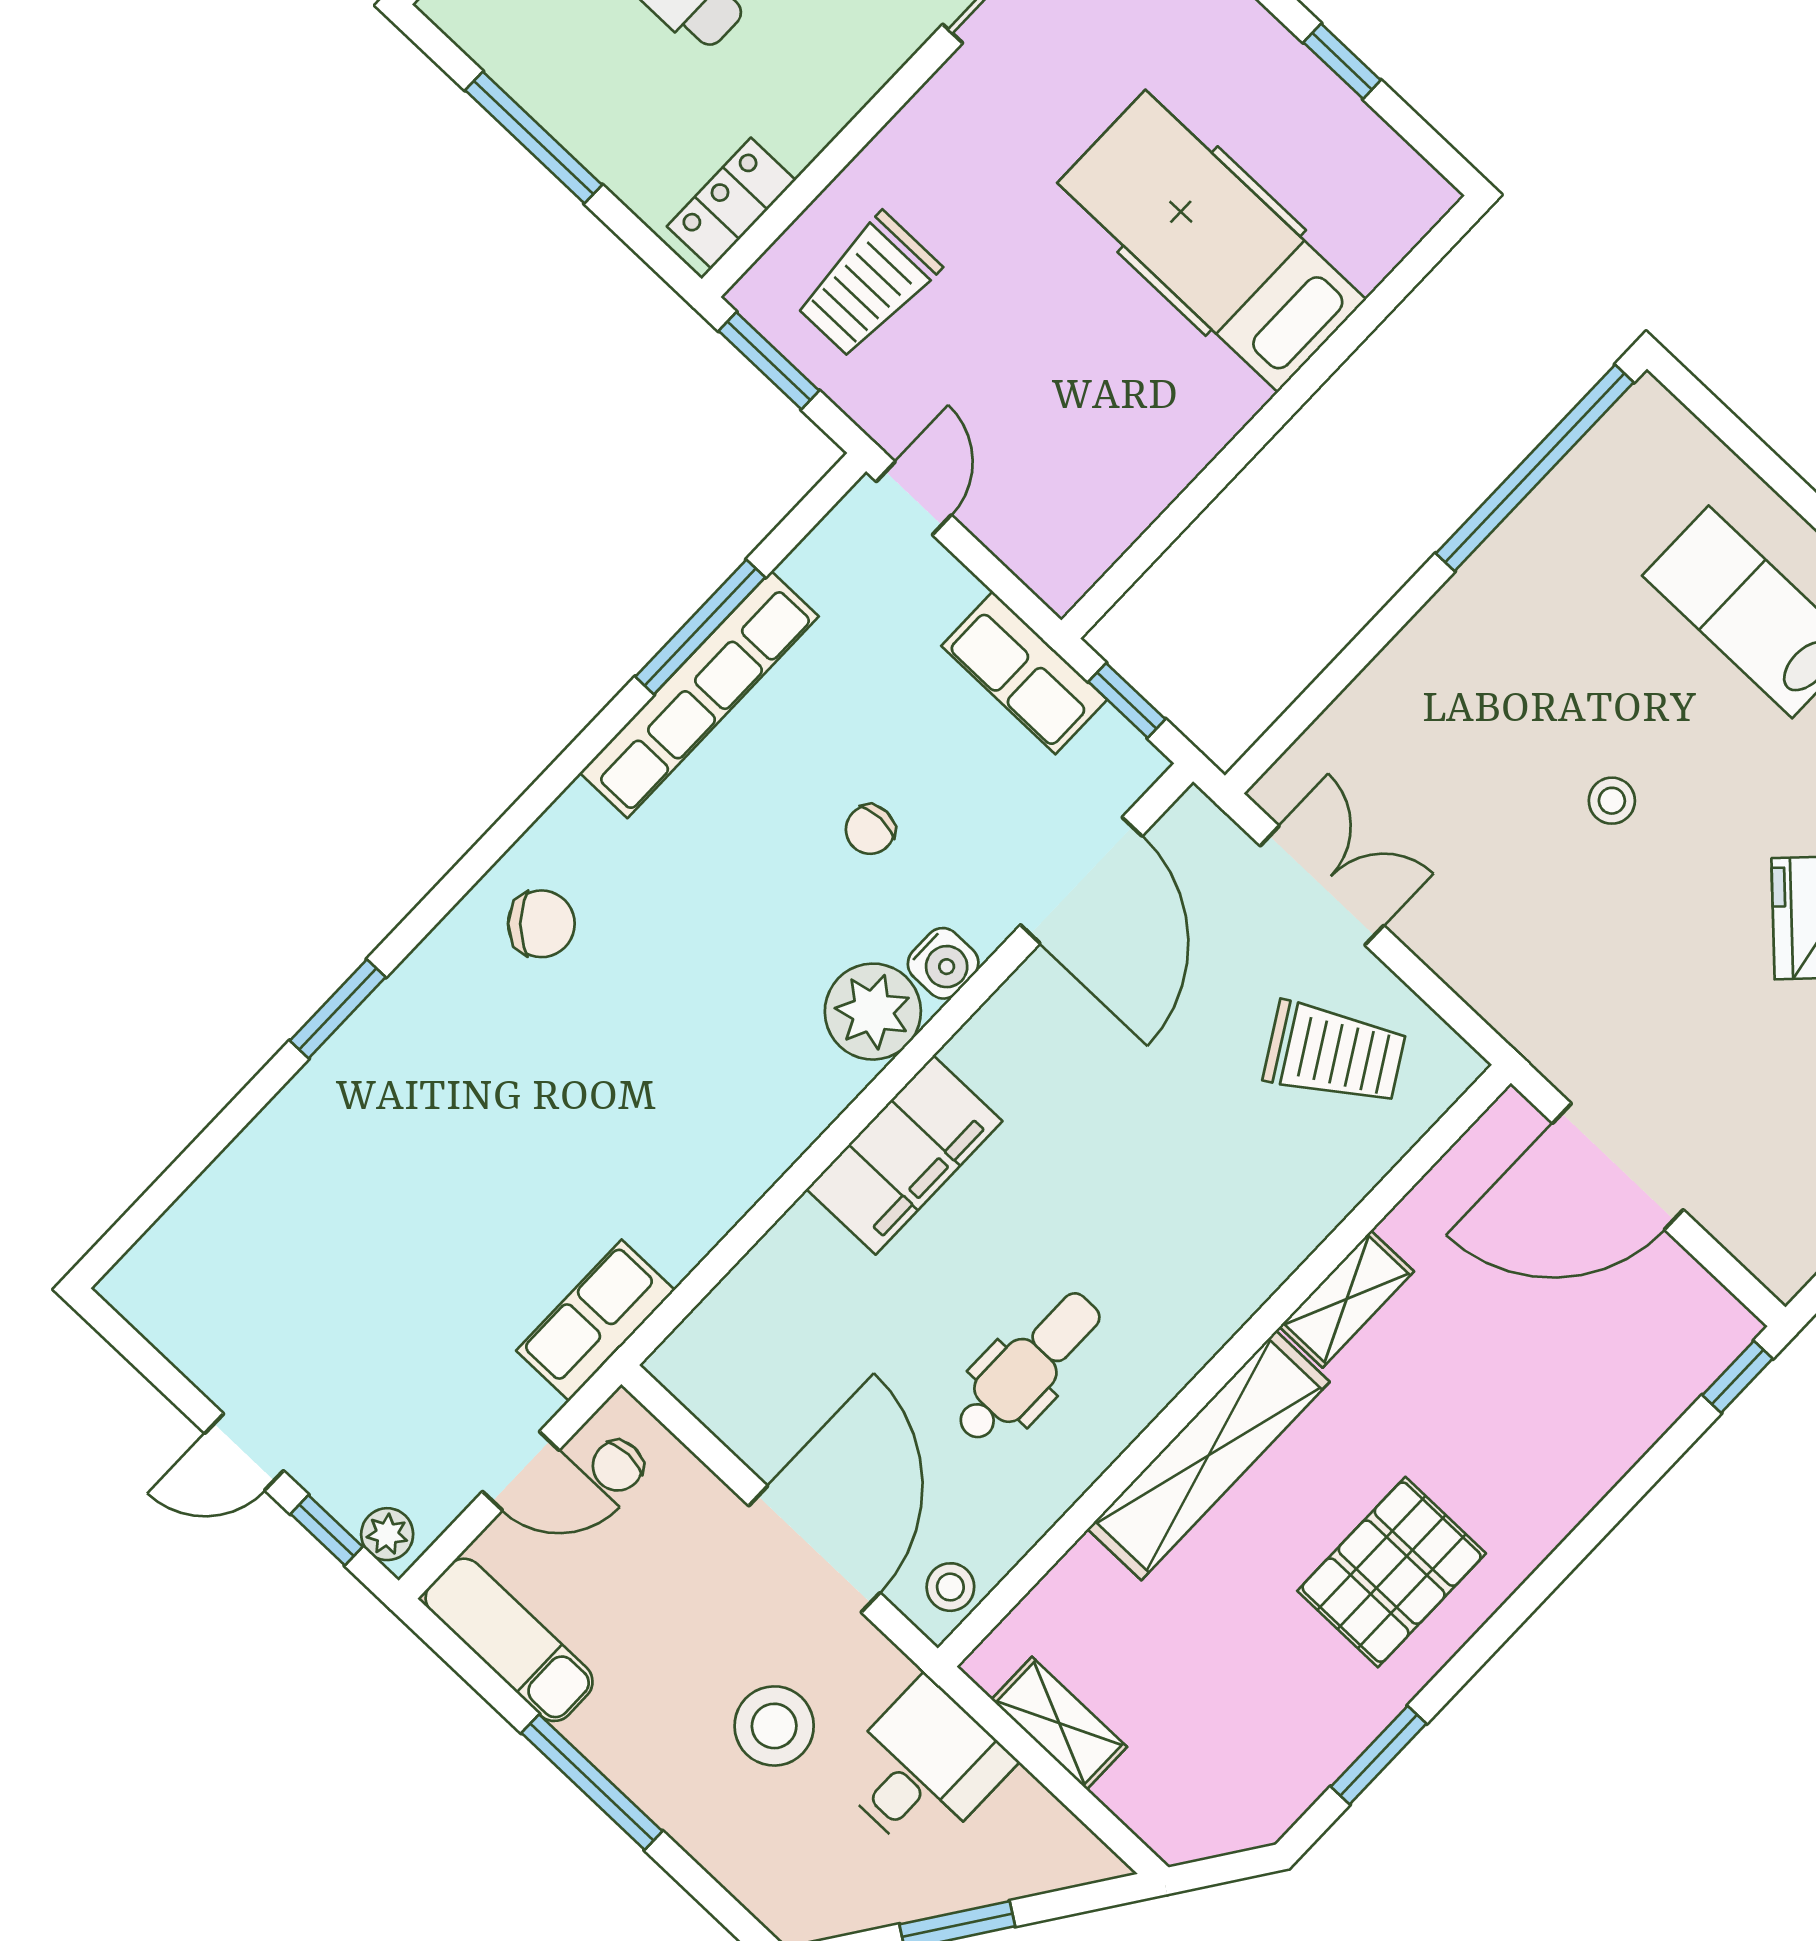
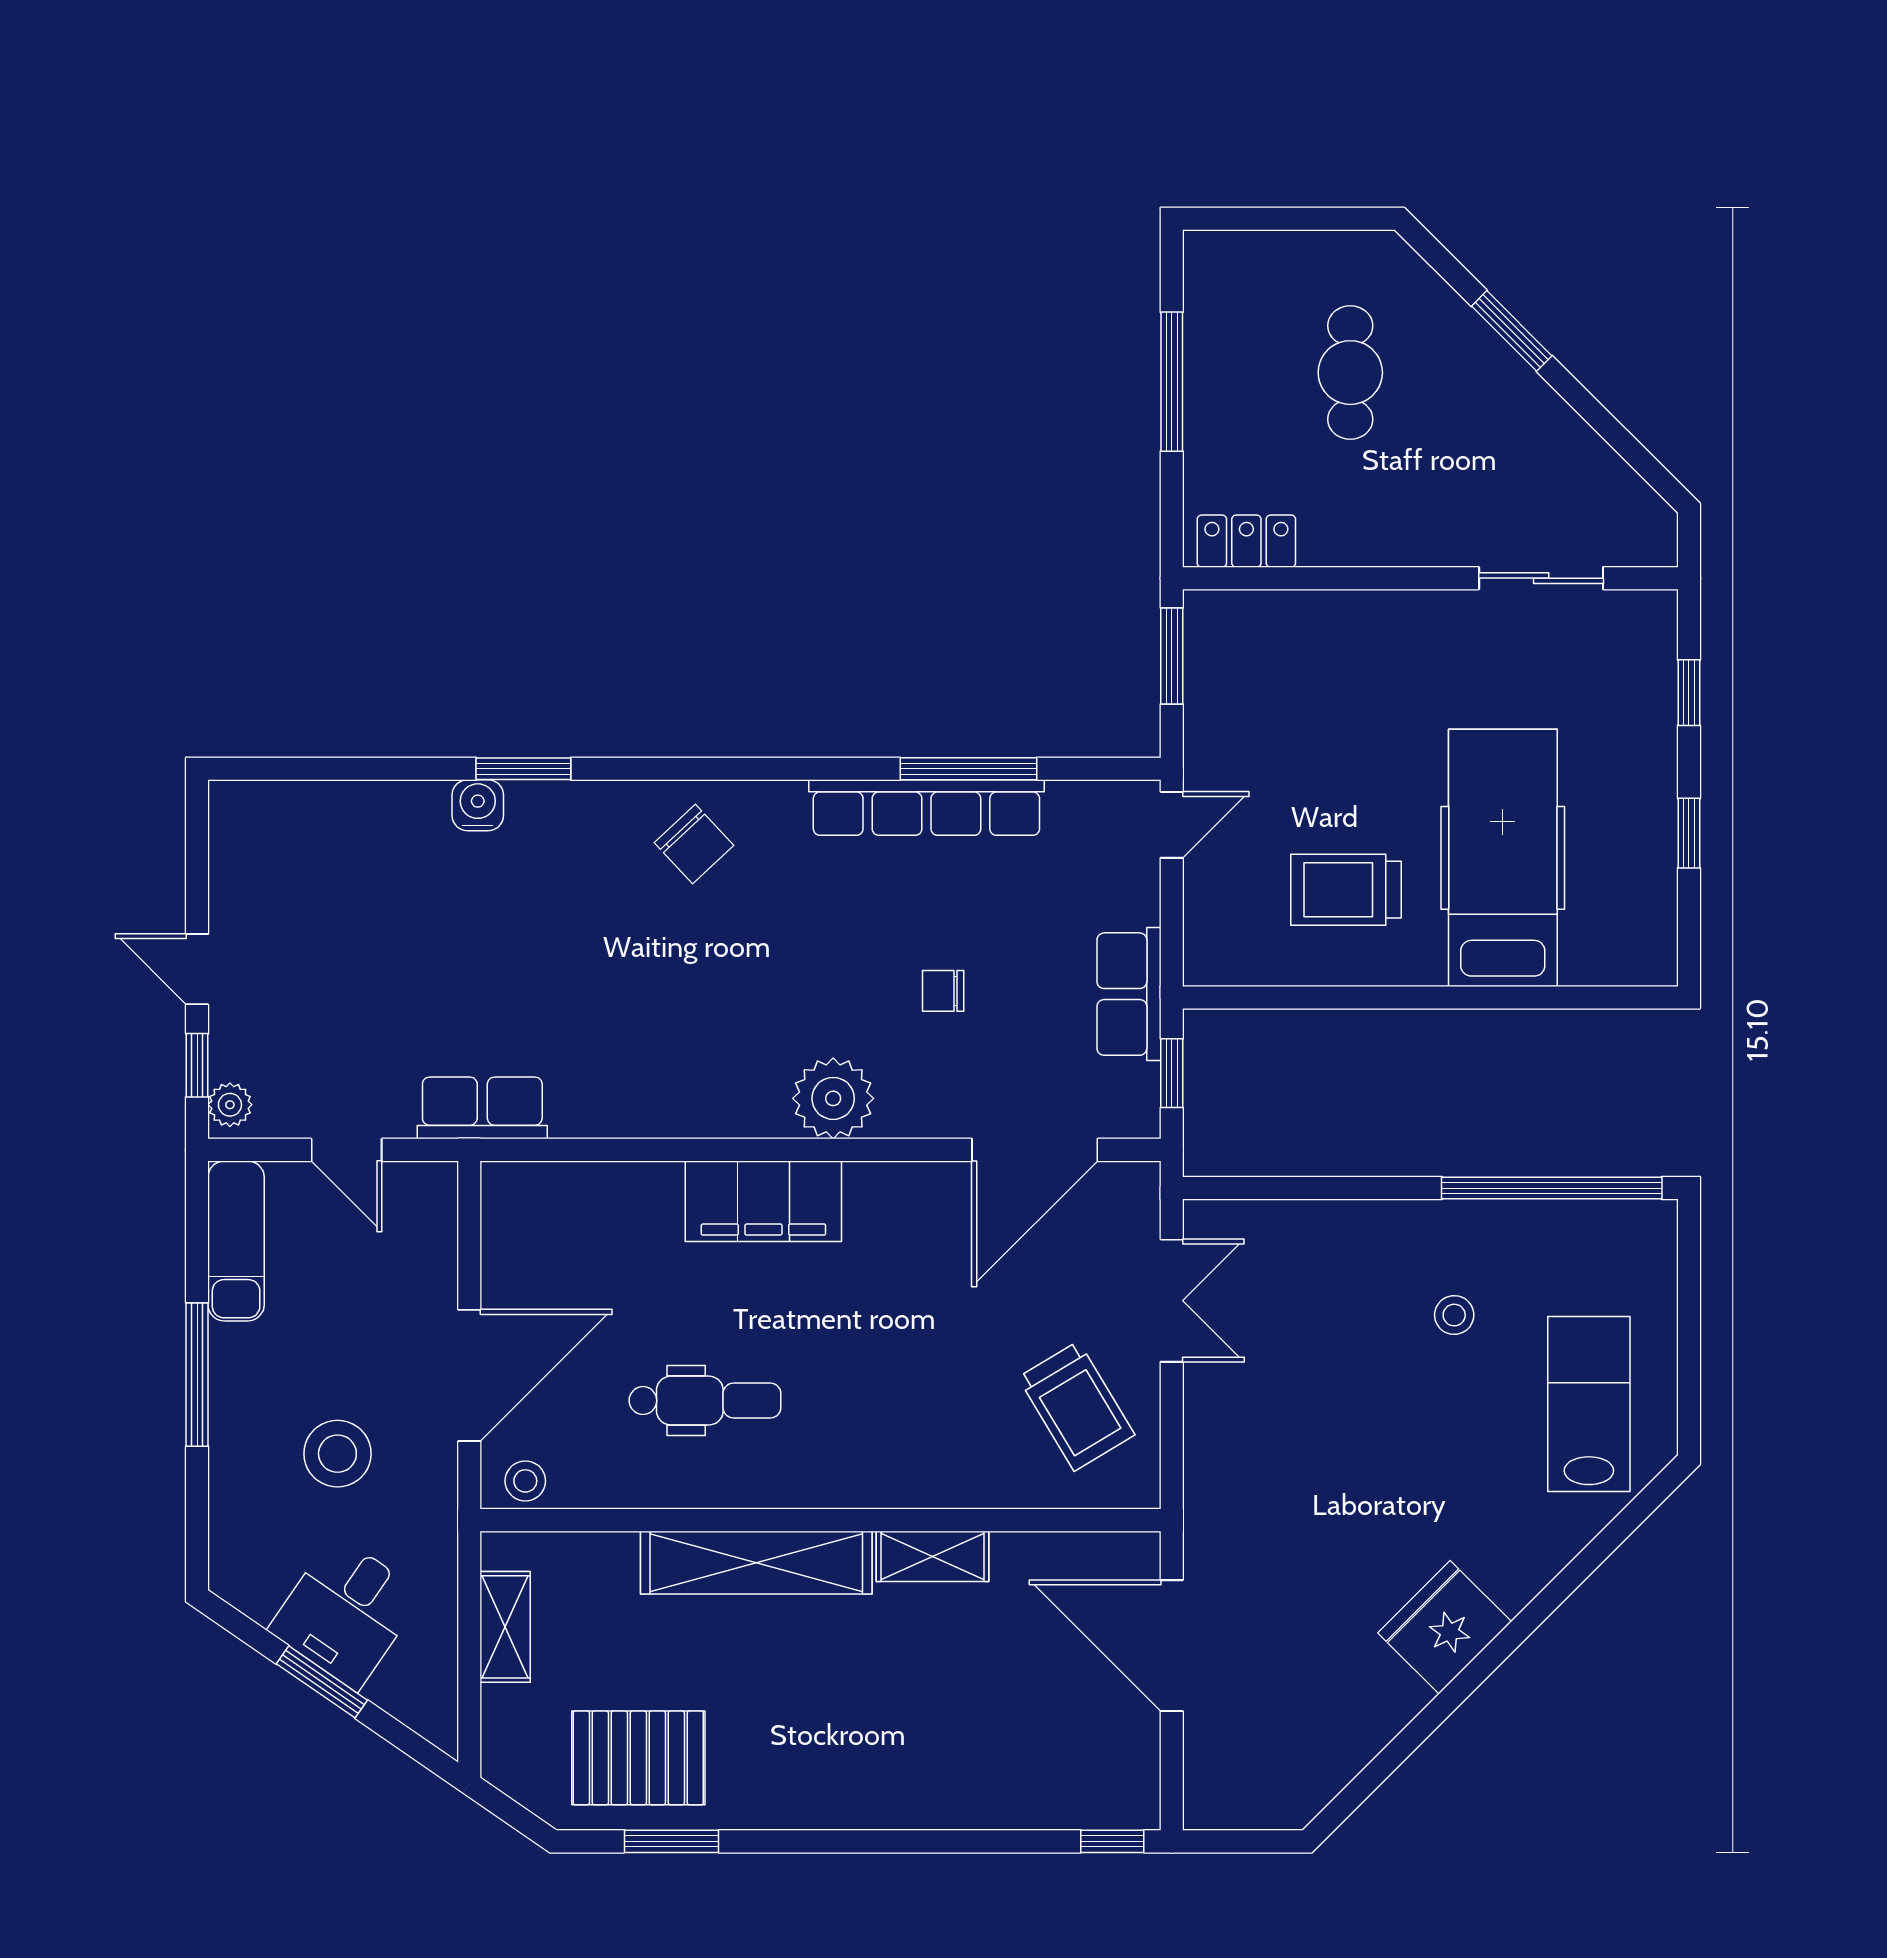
trolley: (868, 285) -> (1346, 890), moved
stool: (1612, 801) -> (1454, 1315), moved
water cooler: (943, 963) -> (478, 805), moved, turned 180
chair: (618, 1466) -> (406, 1206), removed
pallet: (1392, 1572) -> (638, 1758), moved
desk: (923, 1768) -> (346, 1612), moved, turned 125

